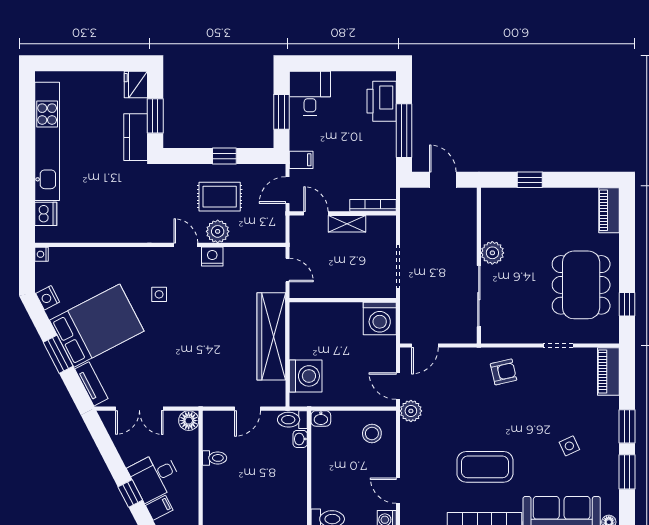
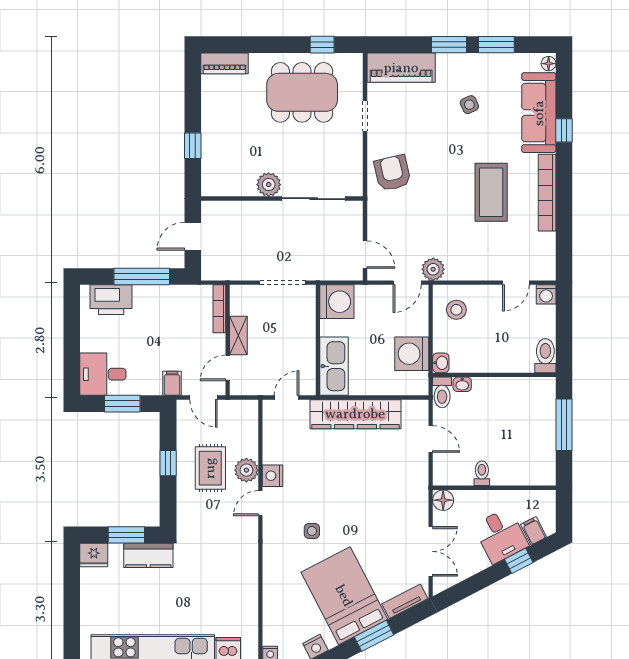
kitchen sink: (318, 316) -> (334, 366), added
piano: (608, 371) -> (401, 68), width x1.37, depth x1.33
armchair: (504, 372) -> (392, 173), width x1.38, depth x1.38
washing machine: (306, 376) -> (412, 354), moved, turned -90

